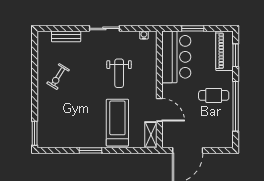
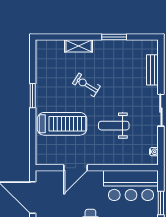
exercise bike: (58, 77) -> (86, 85), moved
window: (35, 133) -> (114, 37), moved
shelving: (151, 135) -> (79, 46), moved

